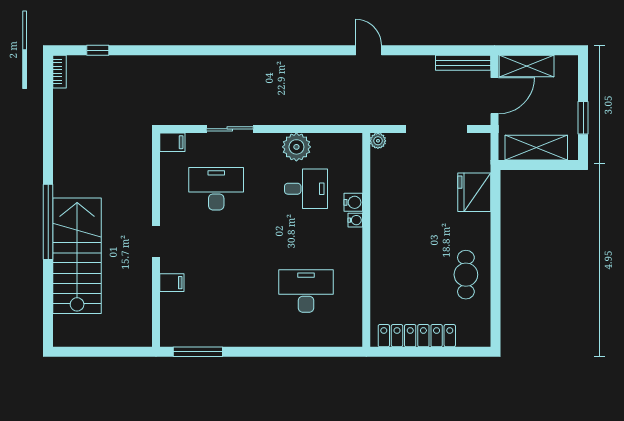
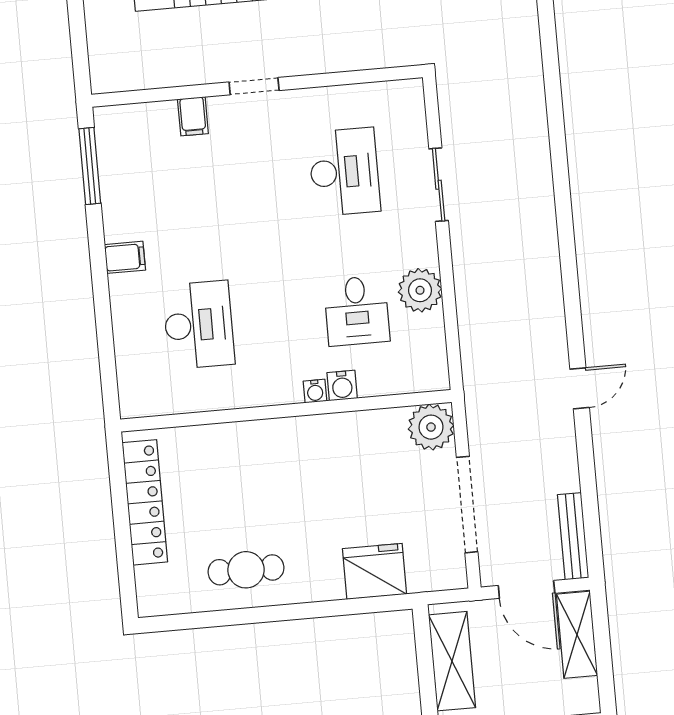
plant: (378, 141) -> (431, 427), width x1.88, depth x1.88
filing cabinet: (172, 142) -> (125, 257), moved, turned -90

